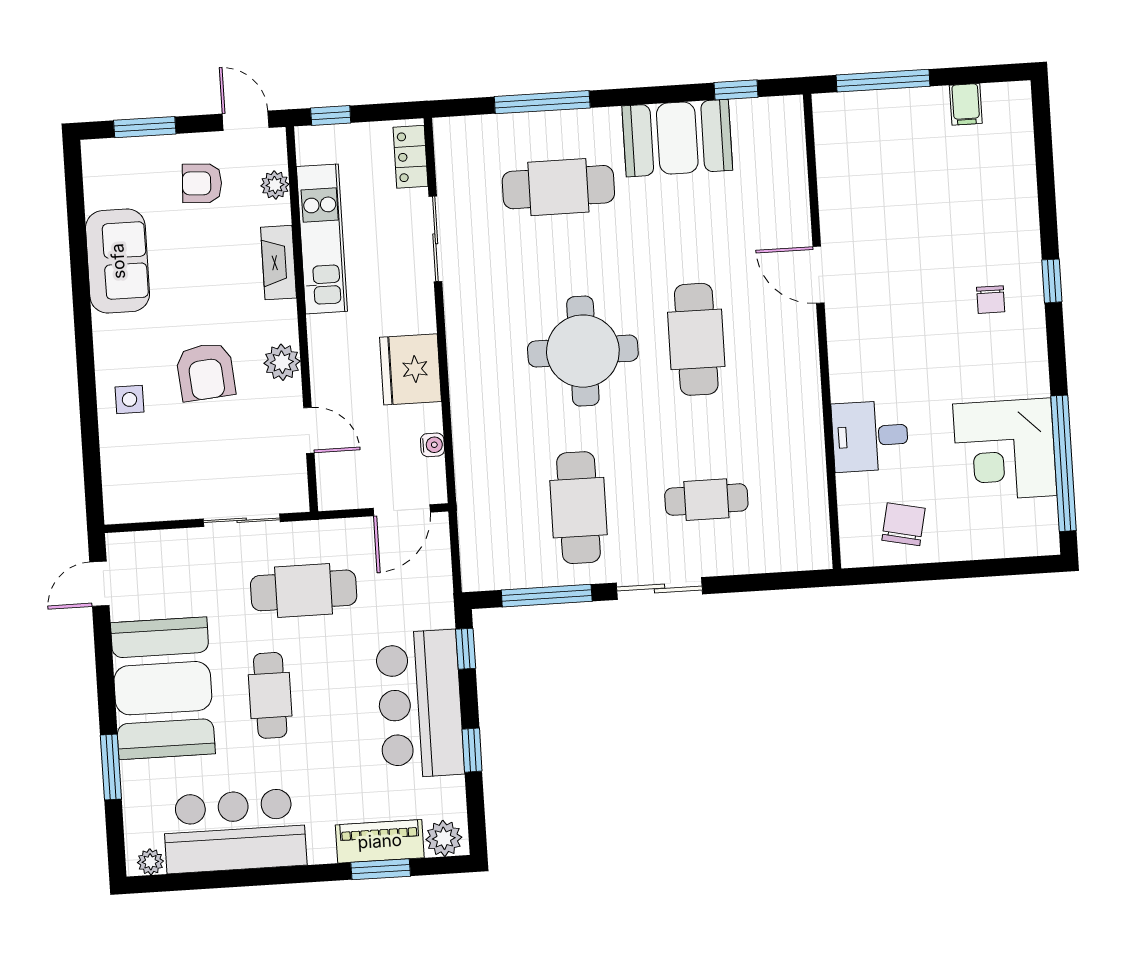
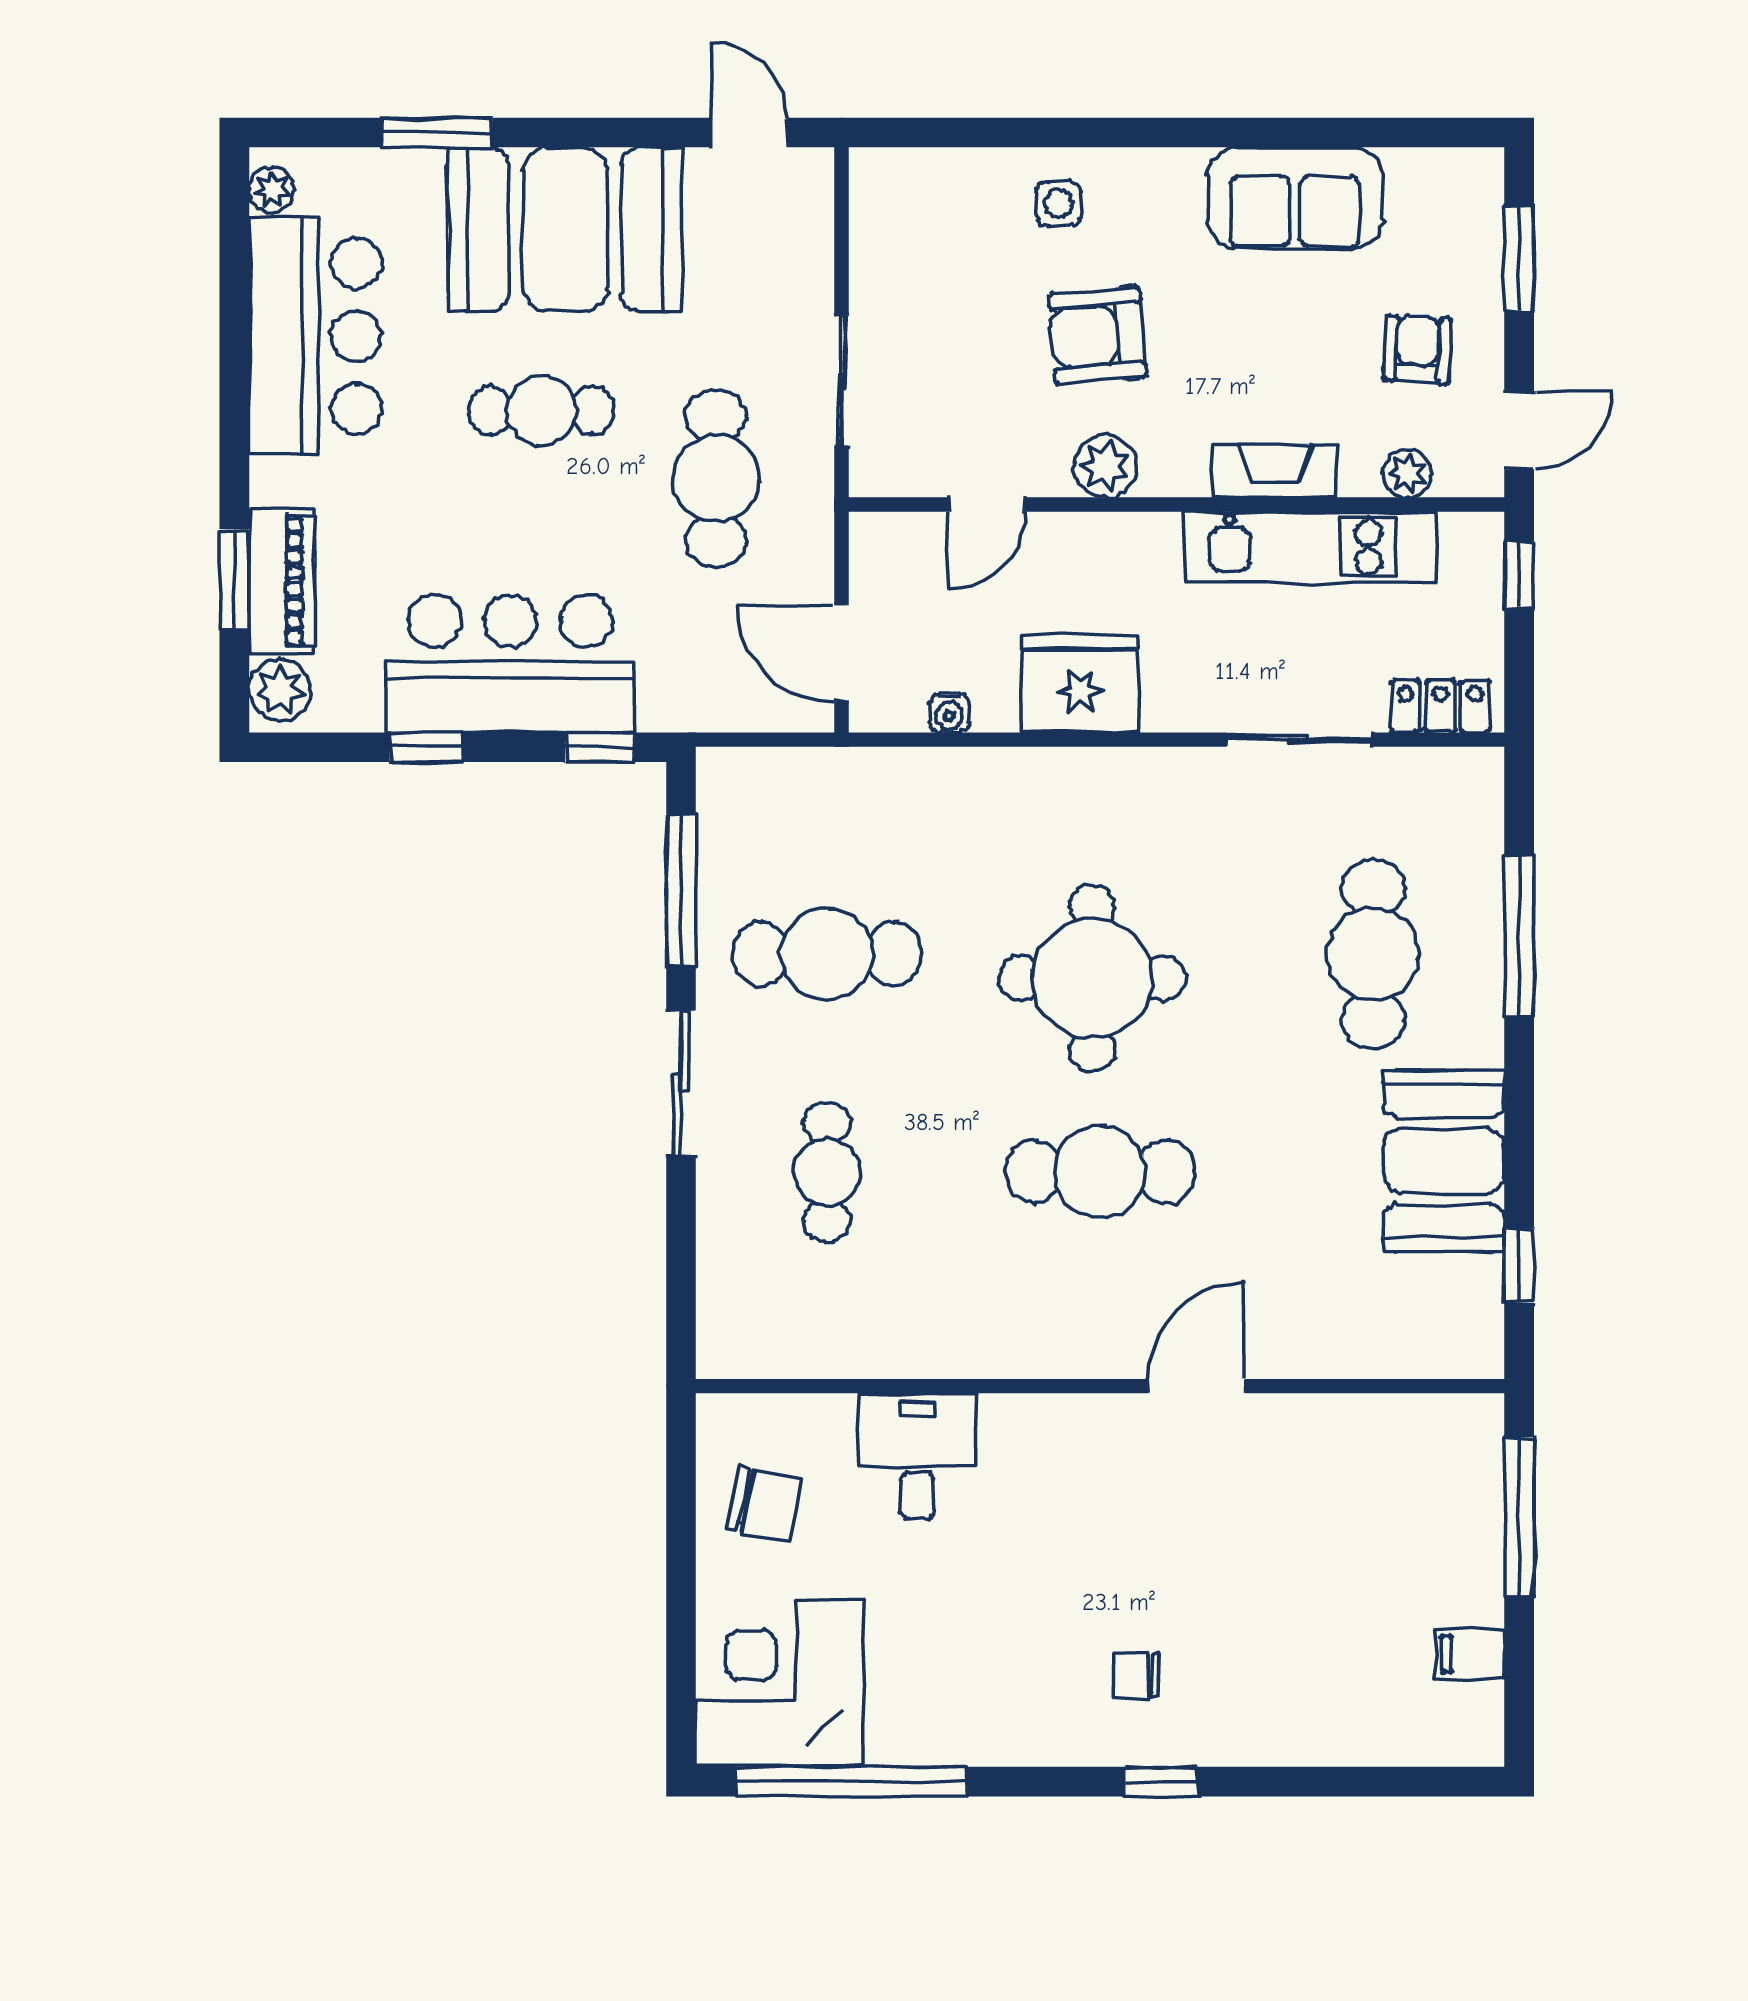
corner desk: (1005, 450) -> (779, 1683), moved

